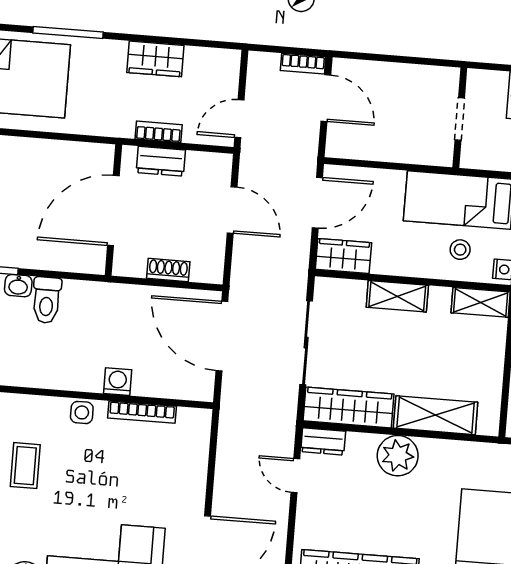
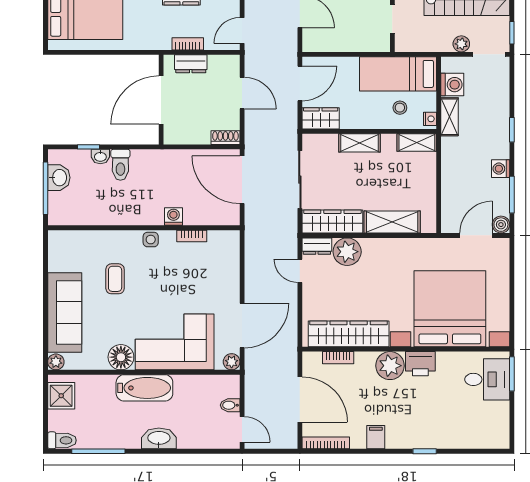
shoe rack: (168, 270) -> (225, 138), moved
bookcase: (142, 412) -> (192, 236), width x0.64
plant: (398, 456) -> (347, 252), moved

